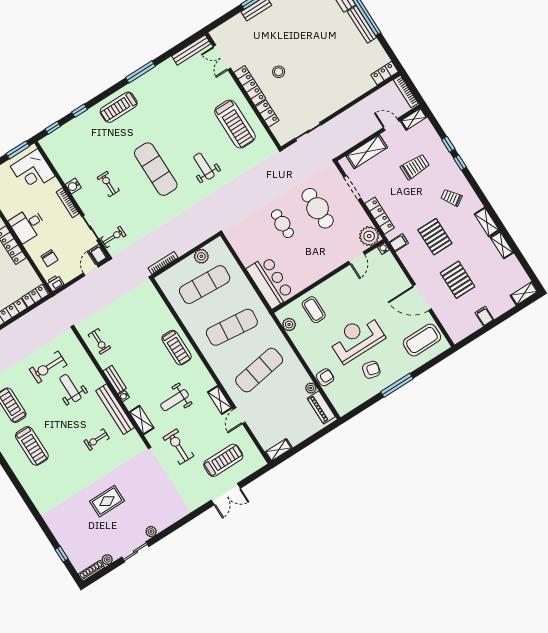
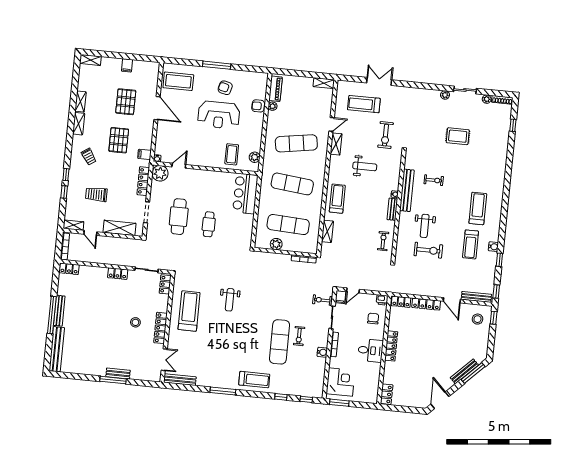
locker: (333, 106) -> (118, 274), added
locker: (267, 114) -> (165, 284), moved
exercise mat: (156, 169) -> (279, 342), moved
shelving: (142, 420) -> (327, 231), moved

